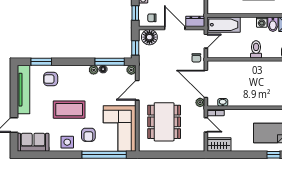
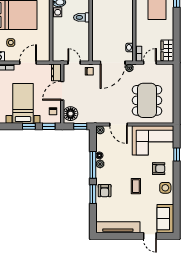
bathtub: (224, 25) -> (59, 47), removed
window: (41, 62) -> (93, 194), moved
window: (110, 62) -> (93, 165), moved
armchair: (51, 79) -> (105, 191), moved
coffee table: (69, 110) -> (136, 186), width x0.54, depth x0.58
dining table: (164, 122) -> (147, 100), turned 90
window: (104, 155) -> (177, 155), width x0.32

